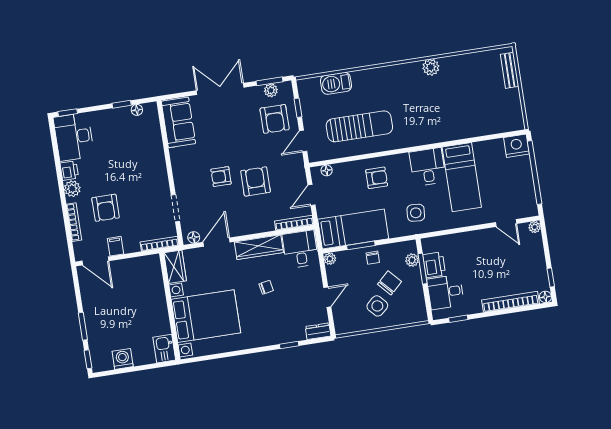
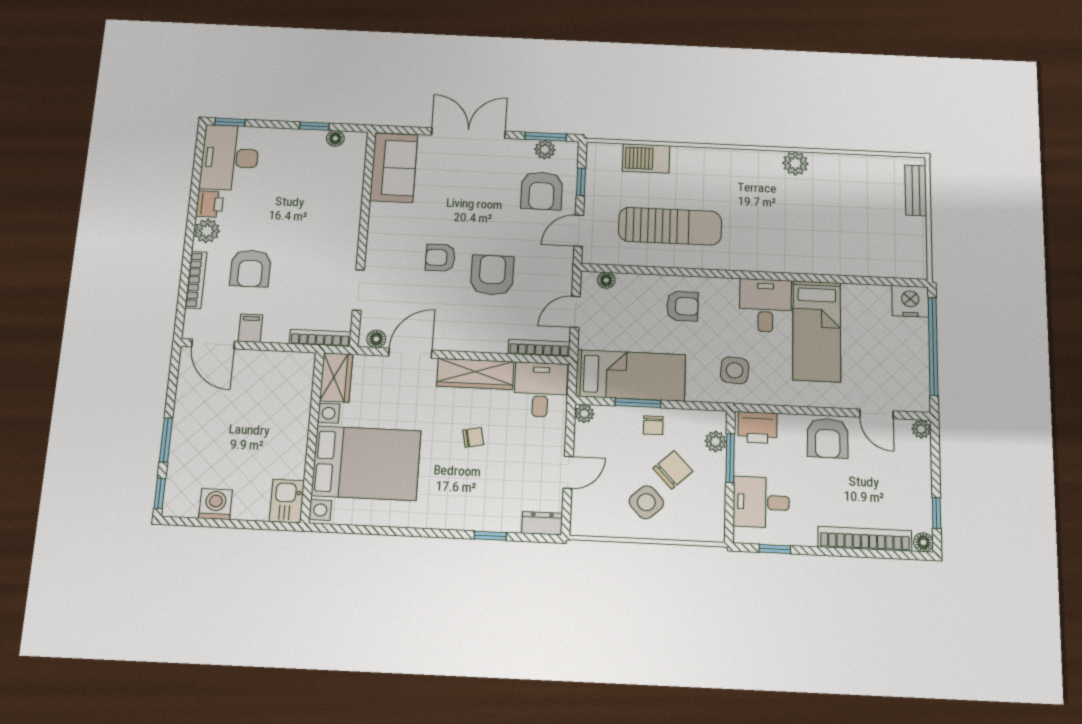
armchair: (479, 244) -> (828, 438), added
printer: (434, 265) -> (758, 428), moved, turned 90

